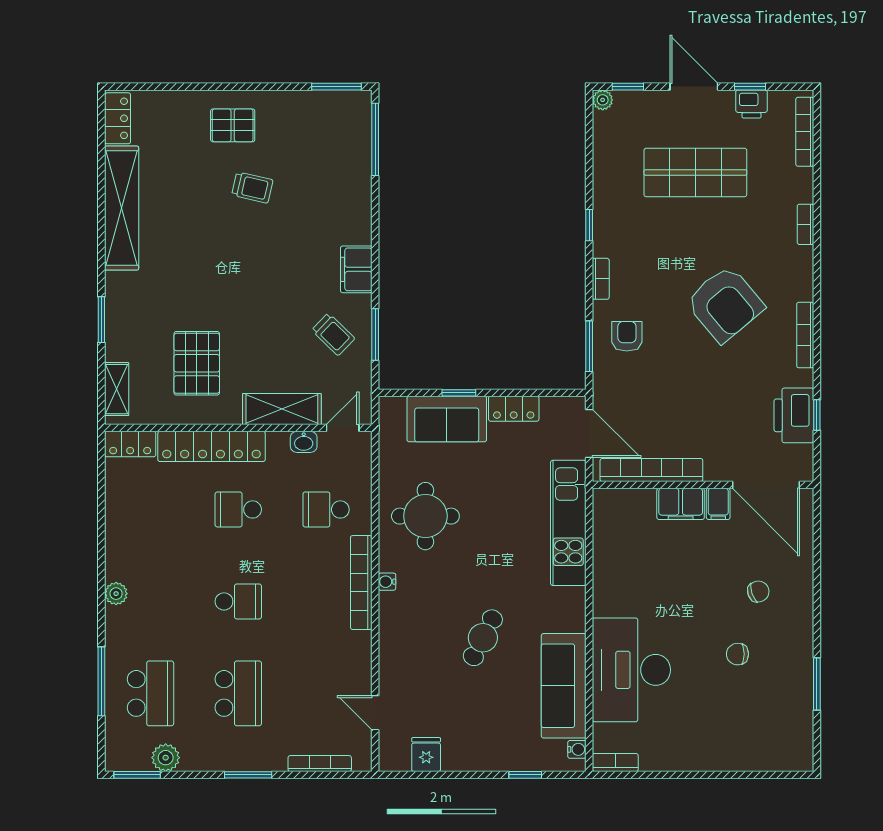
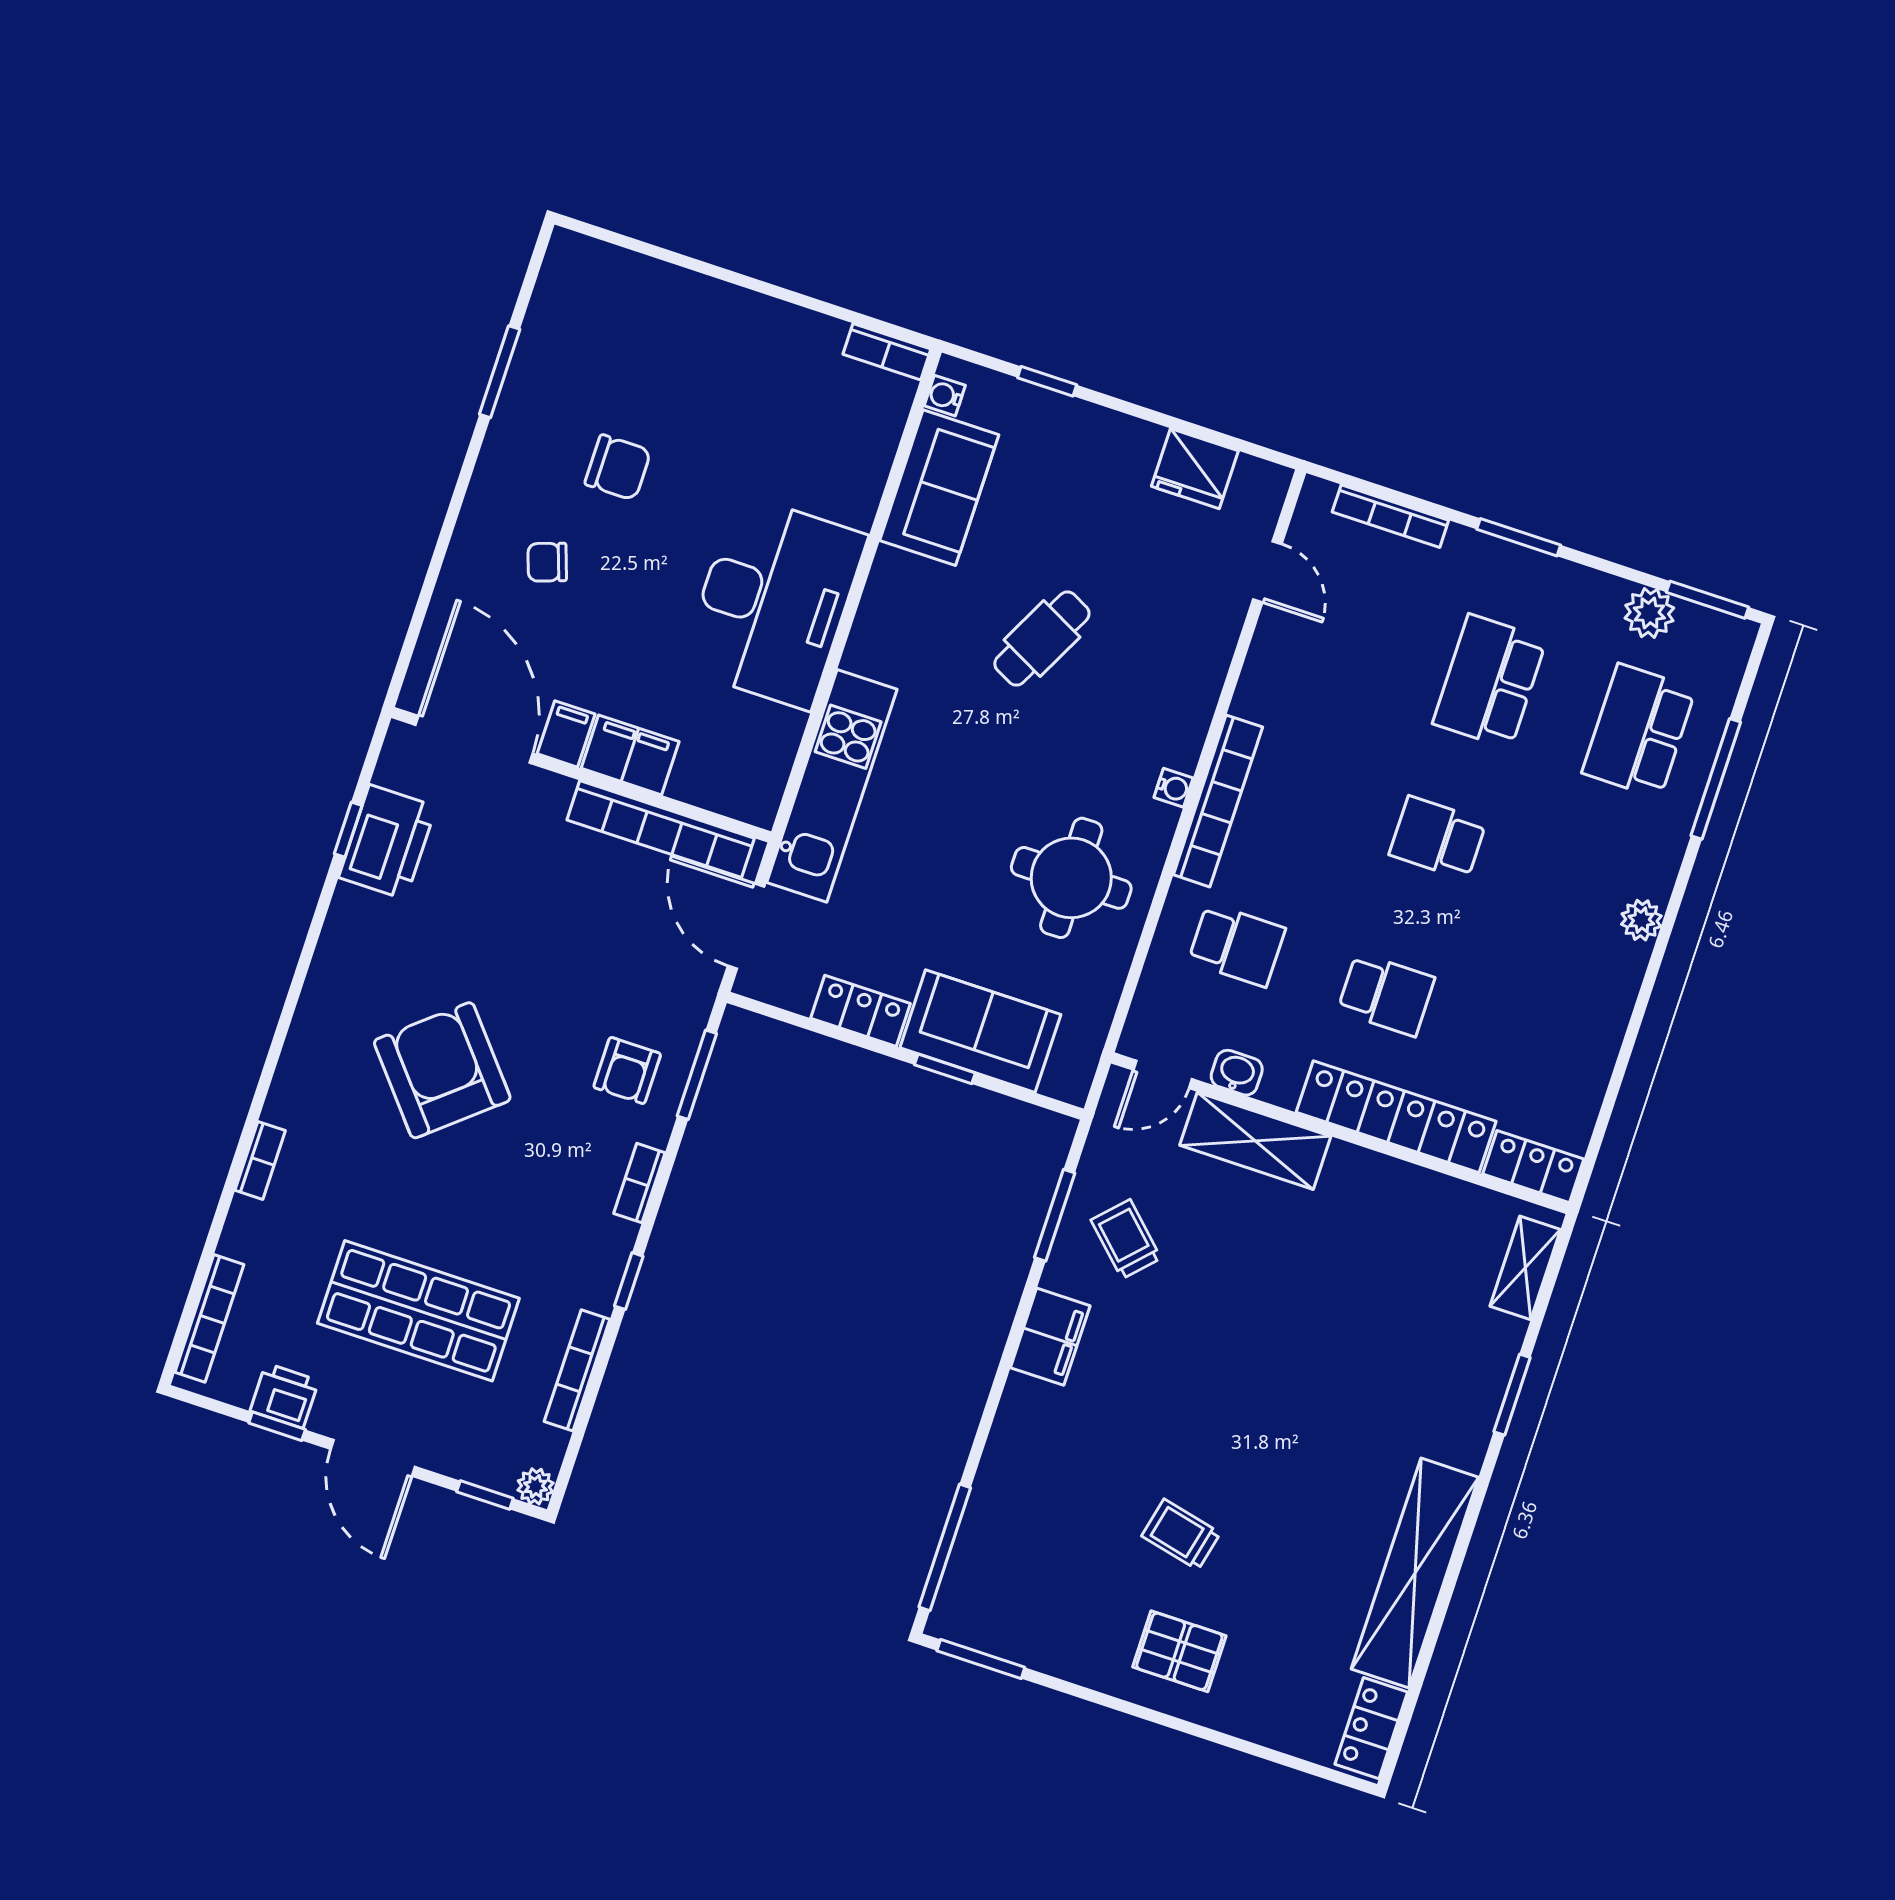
bookcase: (805, 335) -> (577, 1370), moved, turned 180
pallet: (197, 363) -> (1374, 1267), removed
chair: (737, 654) -> (618, 467), width x1.37, depth x1.37
desk: (631, 670) -> (774, 602), moved
sofa: (564, 686) -> (939, 488), width x0.73
fridge: (426, 755) -> (1195, 469), width x1.38

